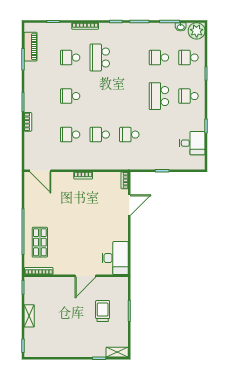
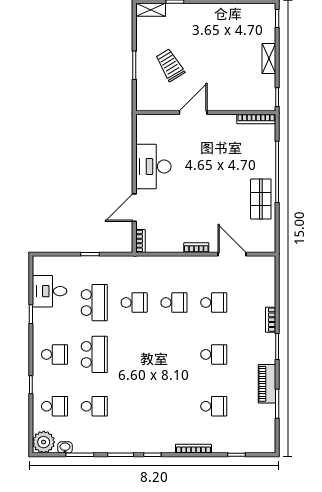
piano: (31, 47) -> (267, 384), moved
school desk: (100, 58) -> (94, 303), moved
door: (40, 171) -> (232, 254), moved
shop shelf: (40, 242) -> (261, 199), moved
desk: (115, 258) -> (153, 167), moved
trolley: (103, 311) -> (170, 65), turned 149

